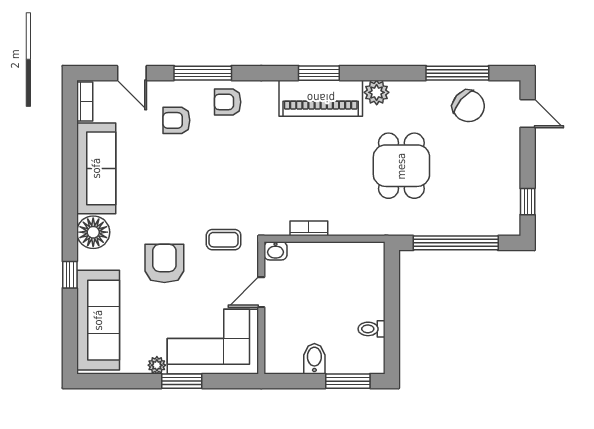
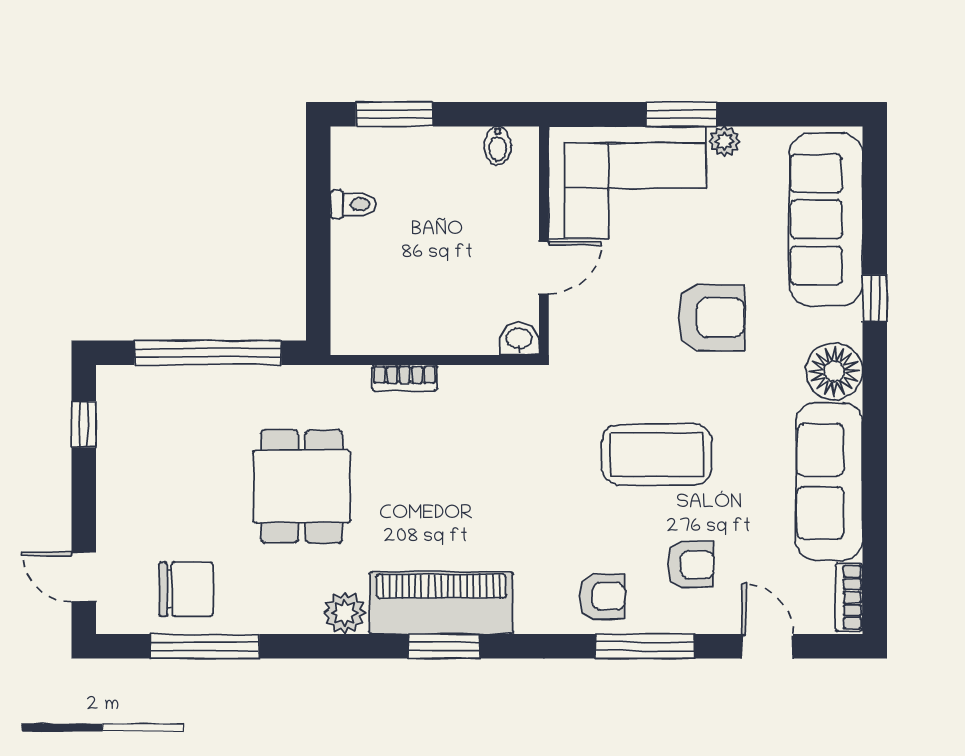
chair: (468, 106) -> (186, 589), turned 139
bookcase: (309, 228) -> (405, 378), moved
coffee table: (224, 240) -> (657, 455), moved, width x1.86, depth x1.72
armchair: (164, 263) -> (711, 317), turned -90
bidet: (314, 359) -> (498, 146), moved, width x0.72, depth x0.74

